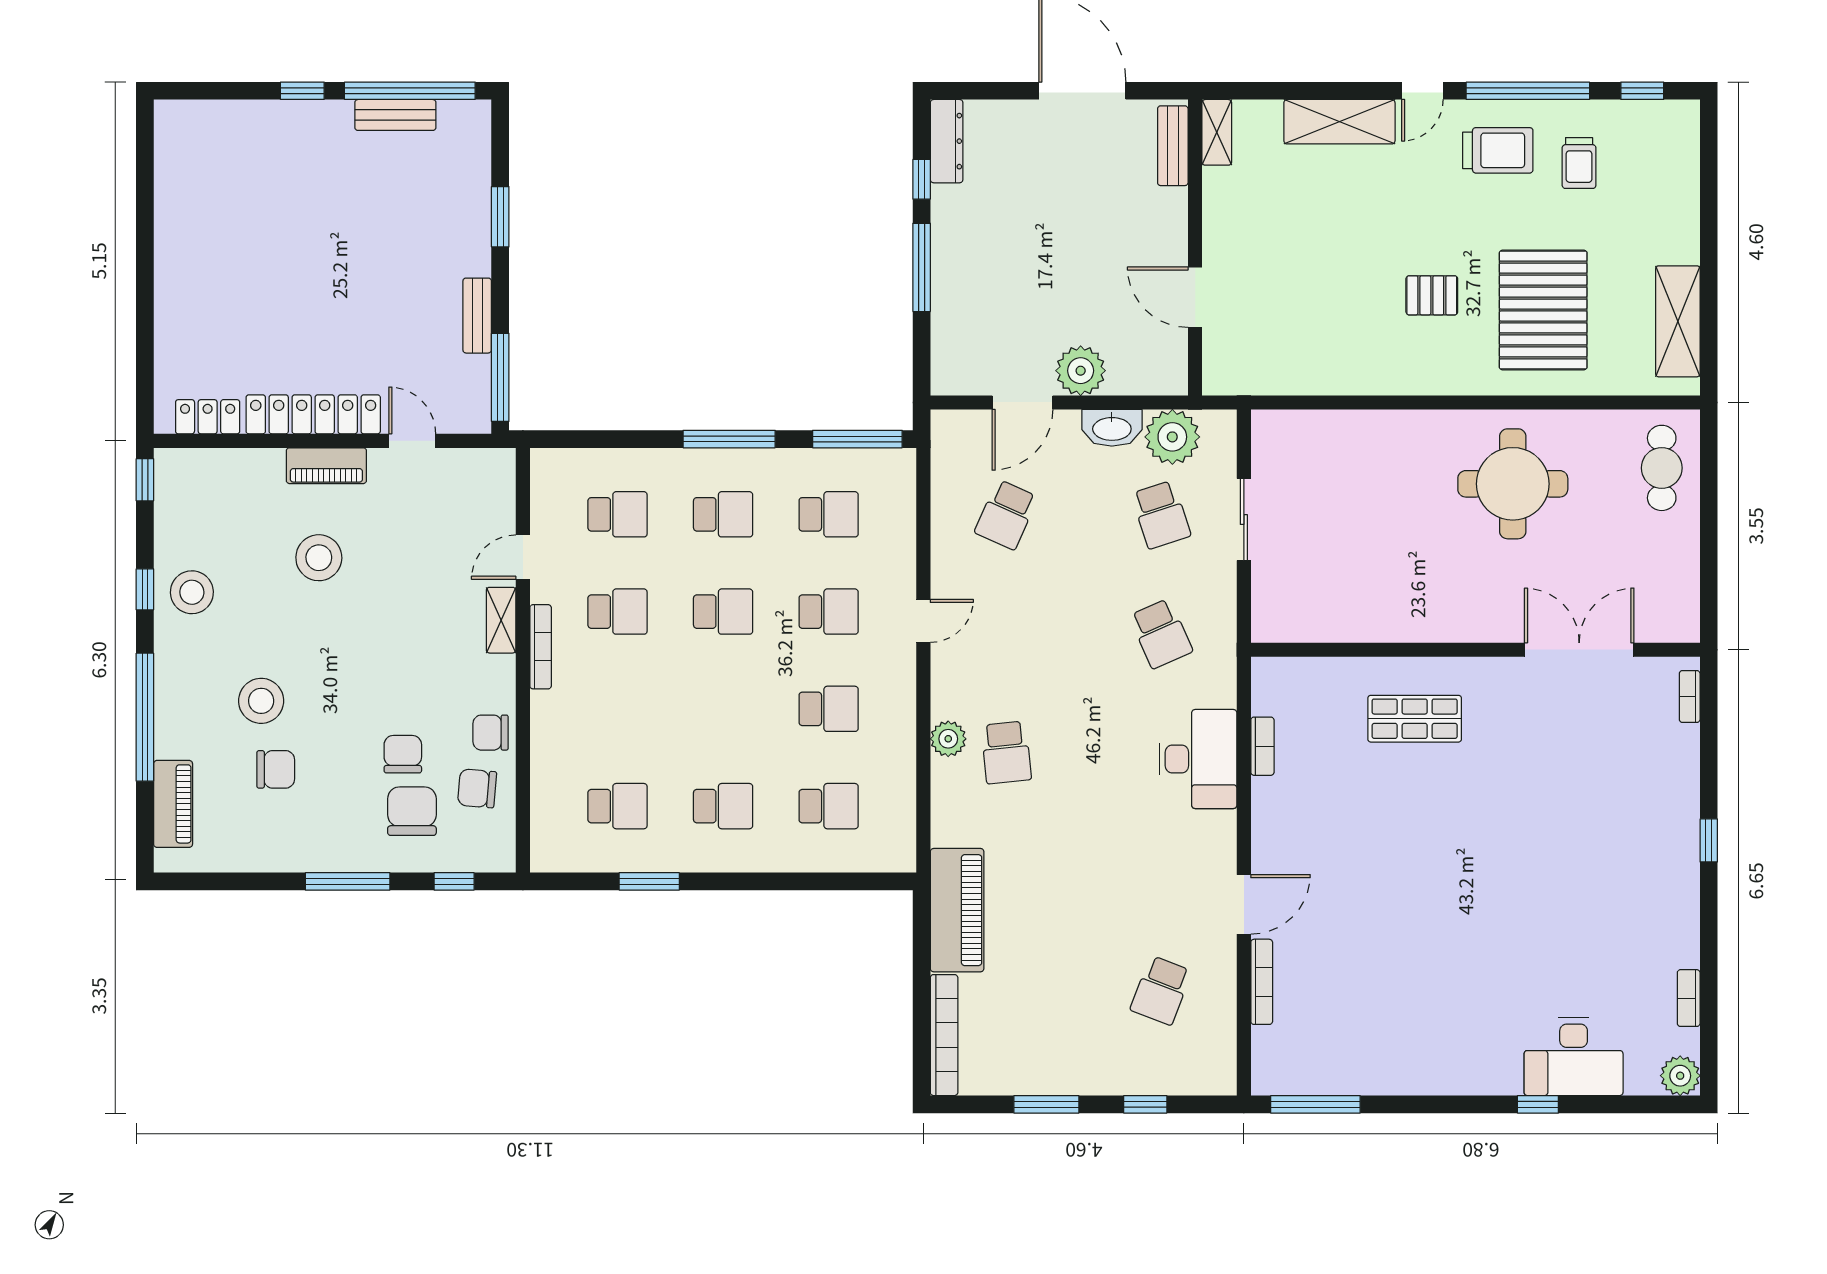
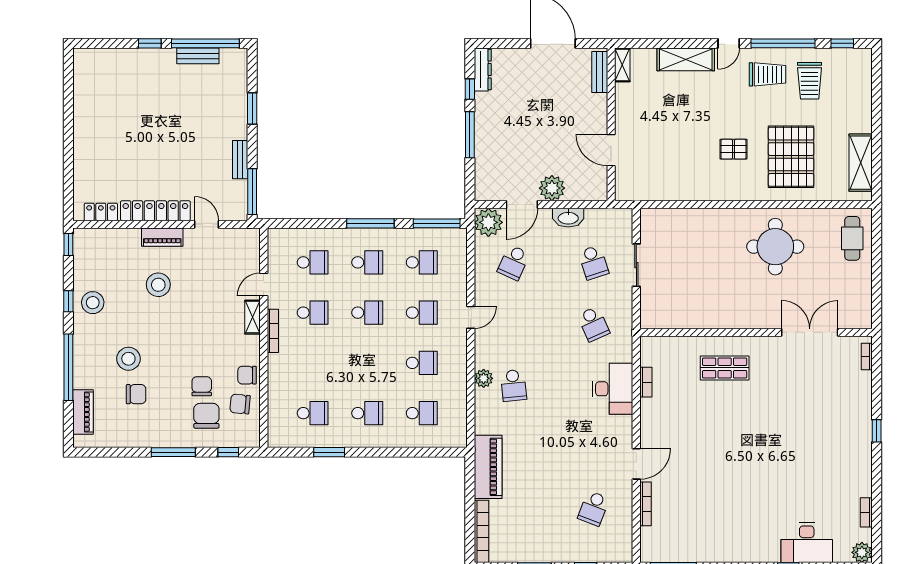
trolley: (1579, 163) -> (810, 81), width x1.36, depth x1.39
plant: (1172, 437) -> (488, 222), moved

